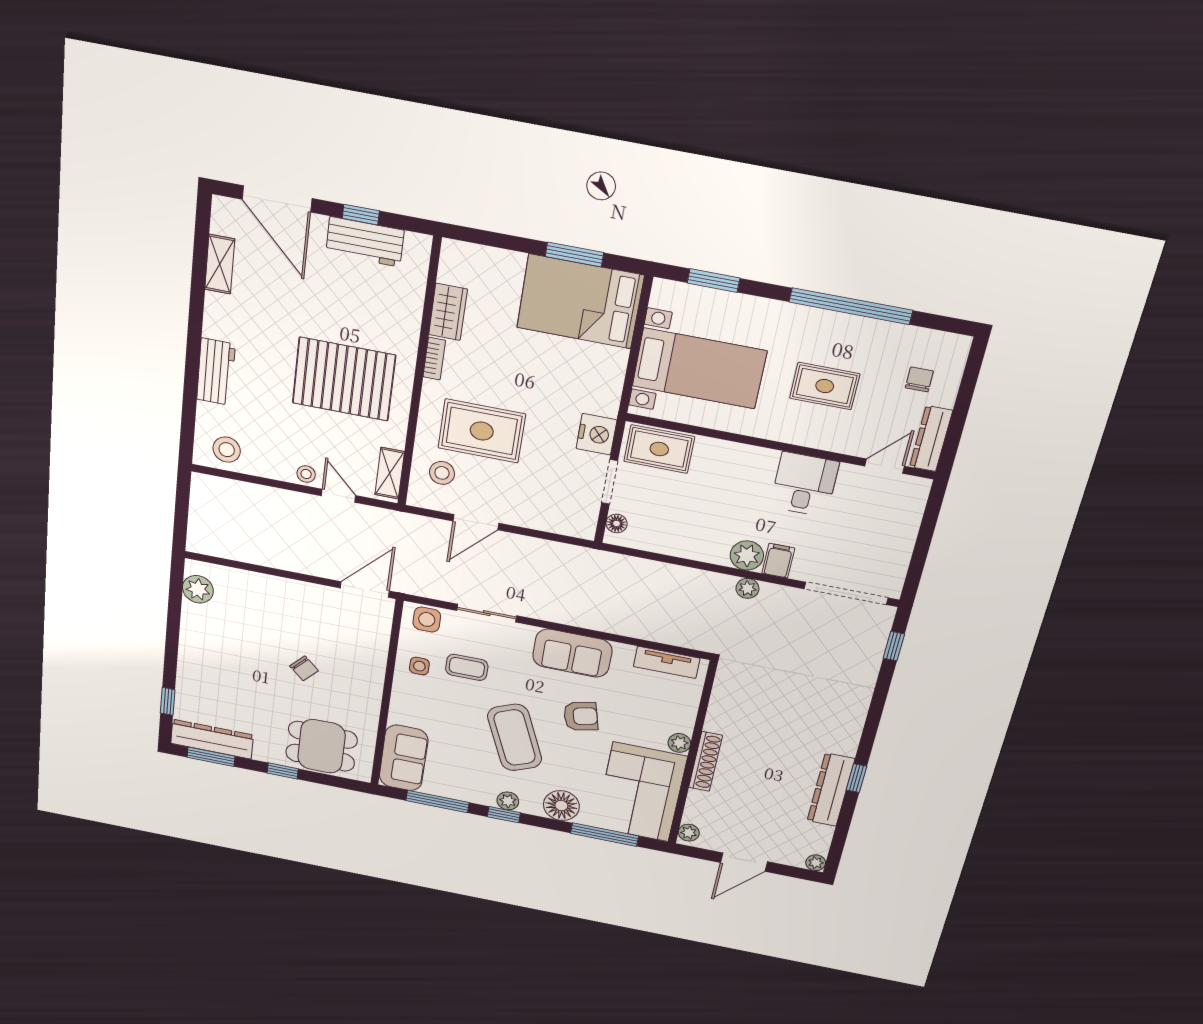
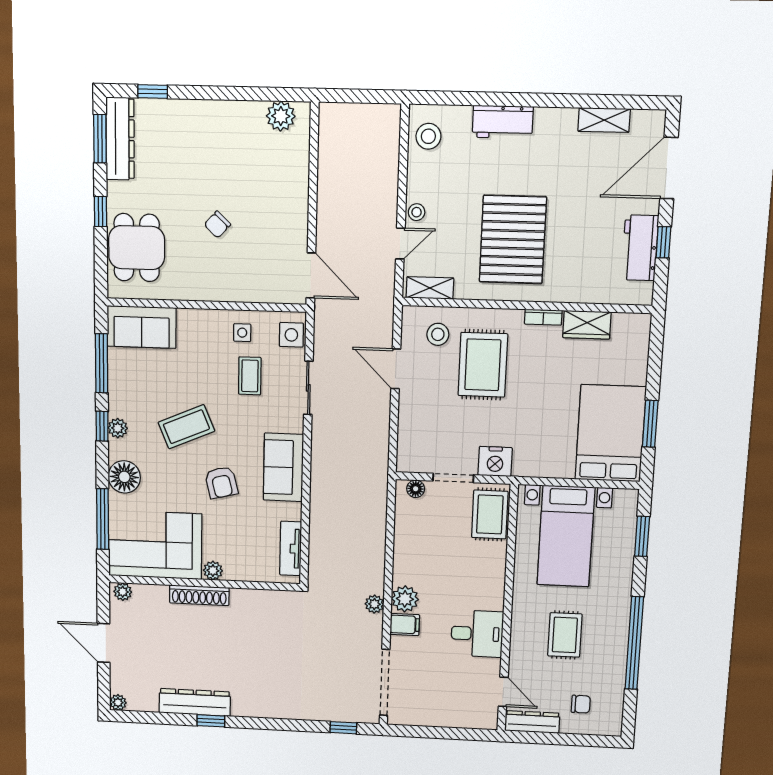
coffee table: (515, 738) -> (186, 427), width x0.73, depth x0.76

